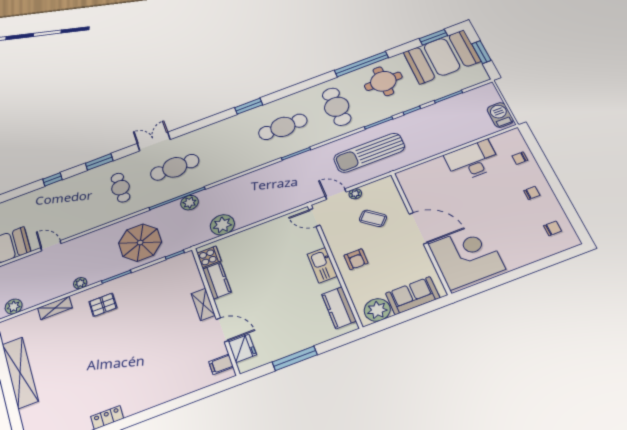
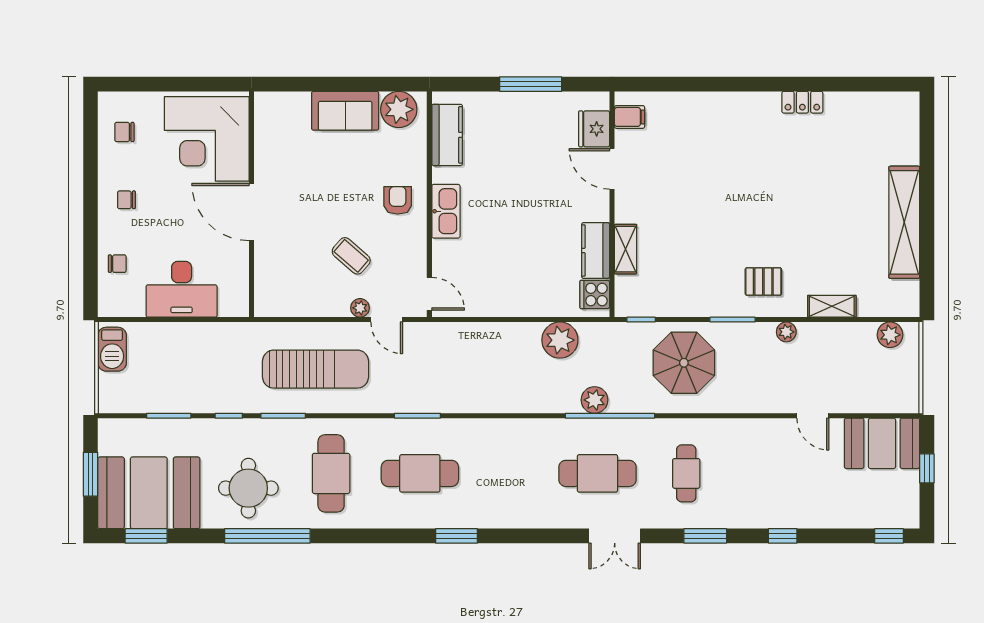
door: (418, 228) -> (252, 212), moved
wall: (420, 232) -> (252, 204), moved
corner desk: (467, 257) -> (207, 139), moved
shelving: (203, 304) -> (626, 249), moved

